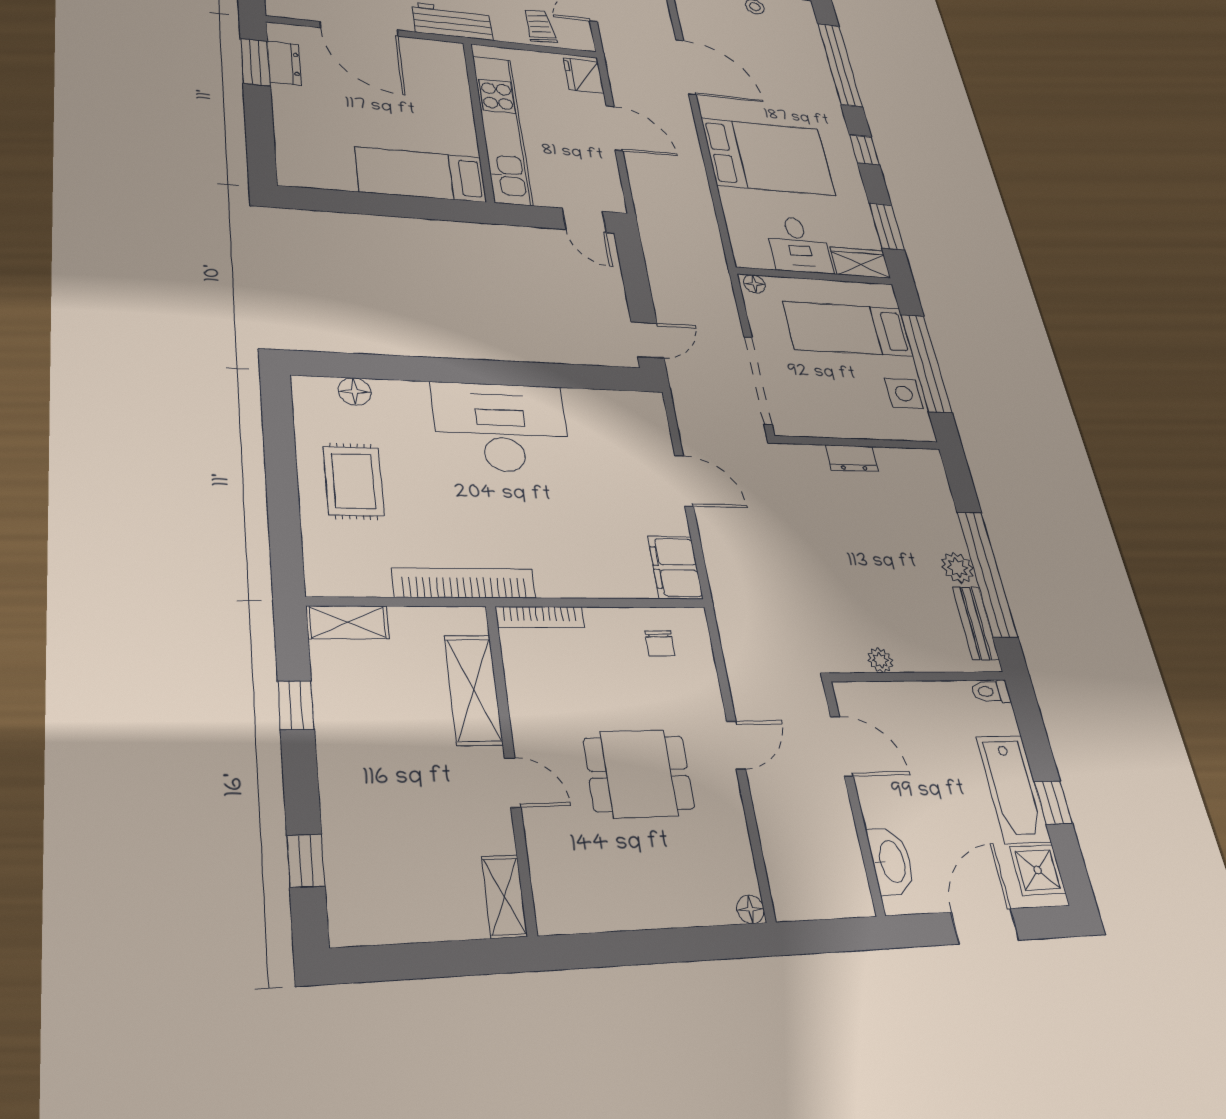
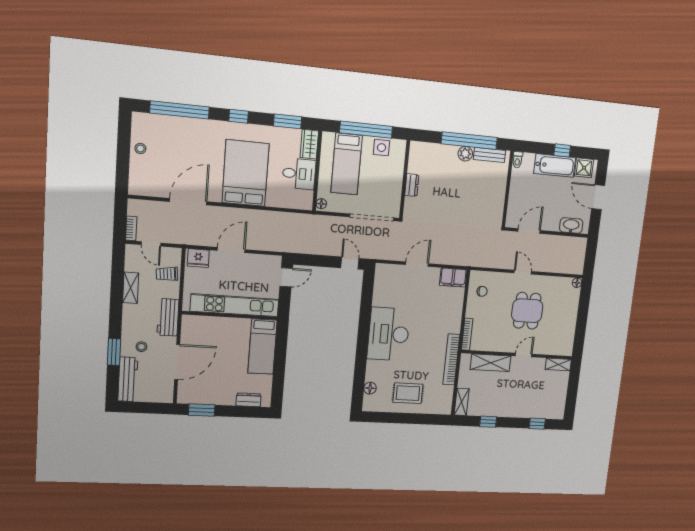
dresser: (284, 63) -> (248, 400), moved
plant: (880, 660) -> (499, 203), removed

